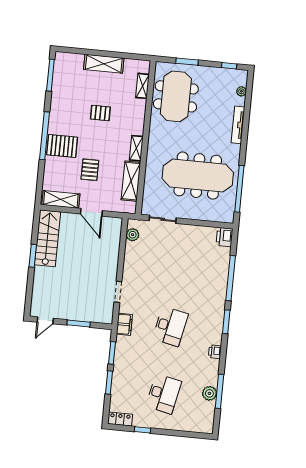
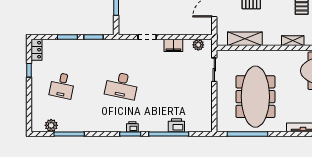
shelving: (136, 148) -> (293, 41), moved
printer: (224, 237) -> (176, 125), moved
filing cabinet: (124, 324) -> (173, 45), moved
printer: (215, 352) -> (132, 127), moved
plant: (209, 393) -> (51, 125), moved
desk: (164, 394) -> (62, 86), width x0.73

